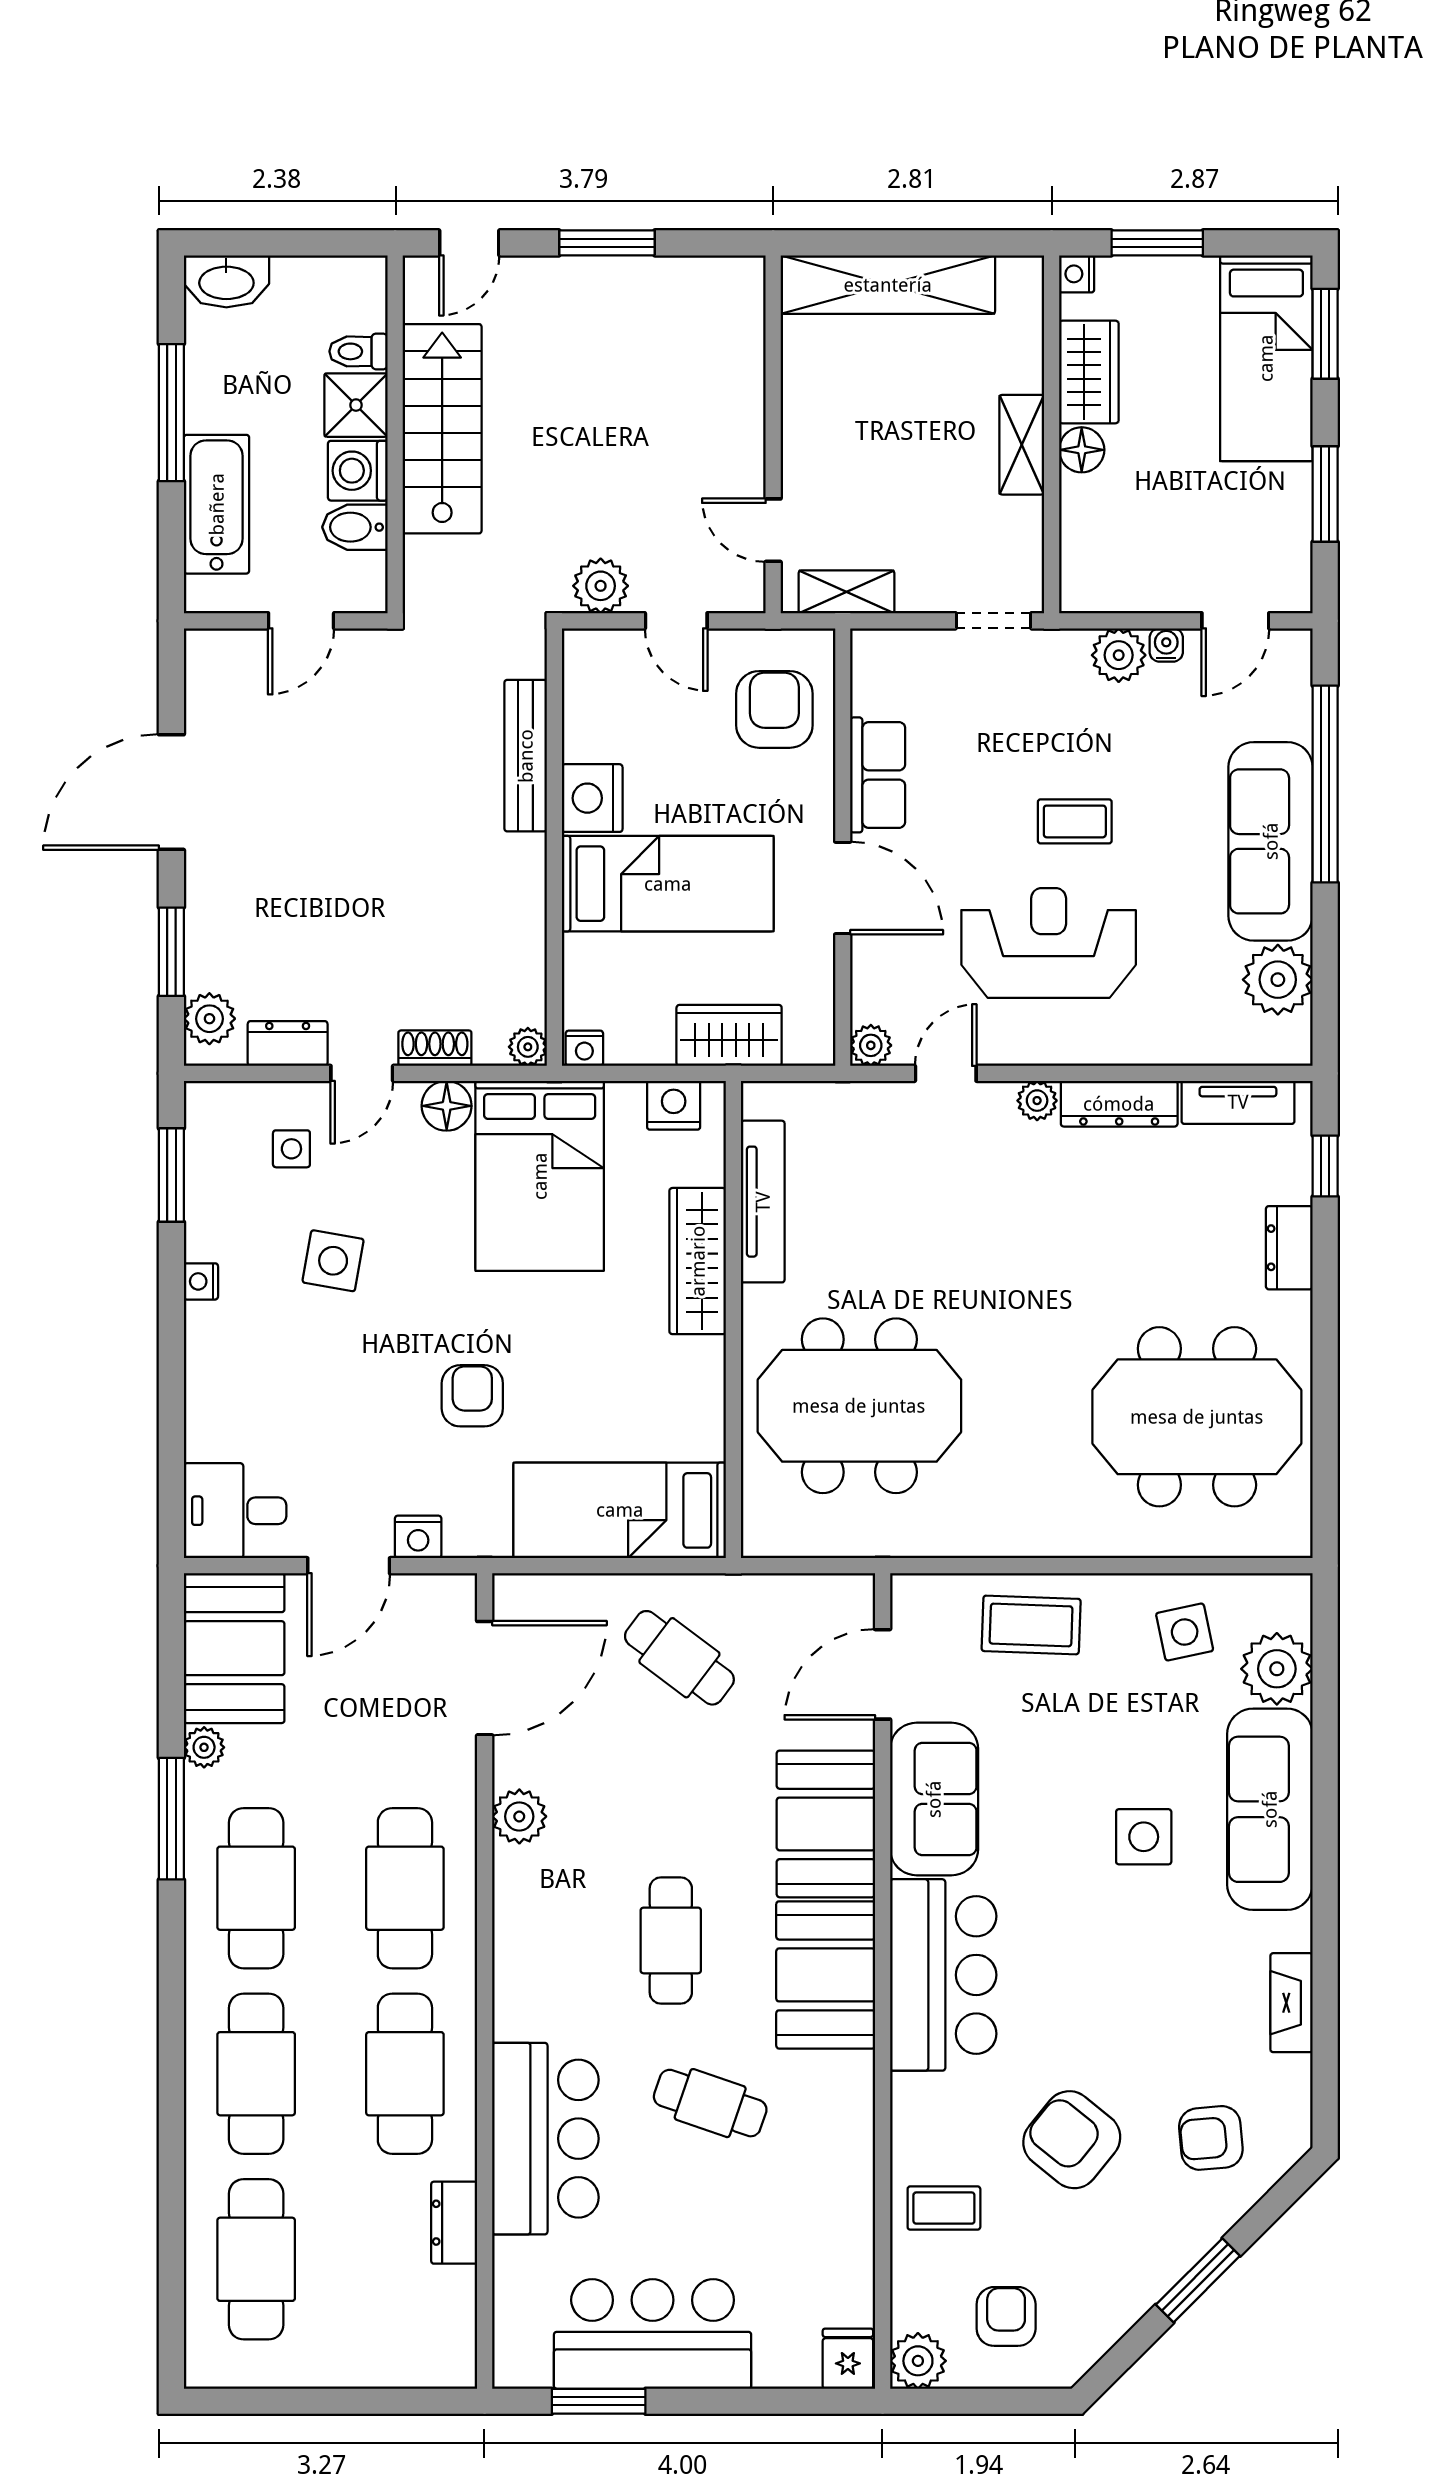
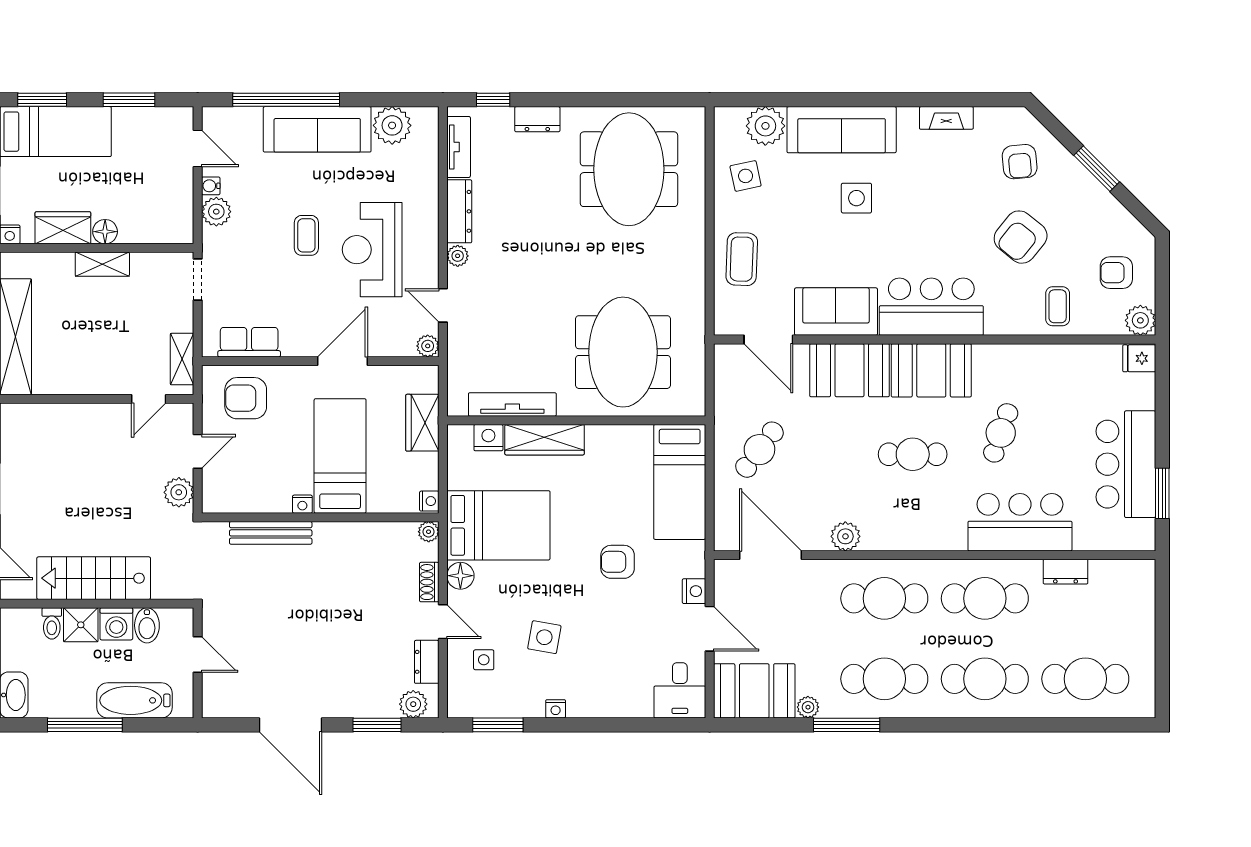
row of seats: (878, 775) -> (249, 342), moved
nightstand: (592, 798) -> (302, 504), width x0.53, depth x0.56
nightstand: (674, 1105) -> (488, 438), moved, turned 90

